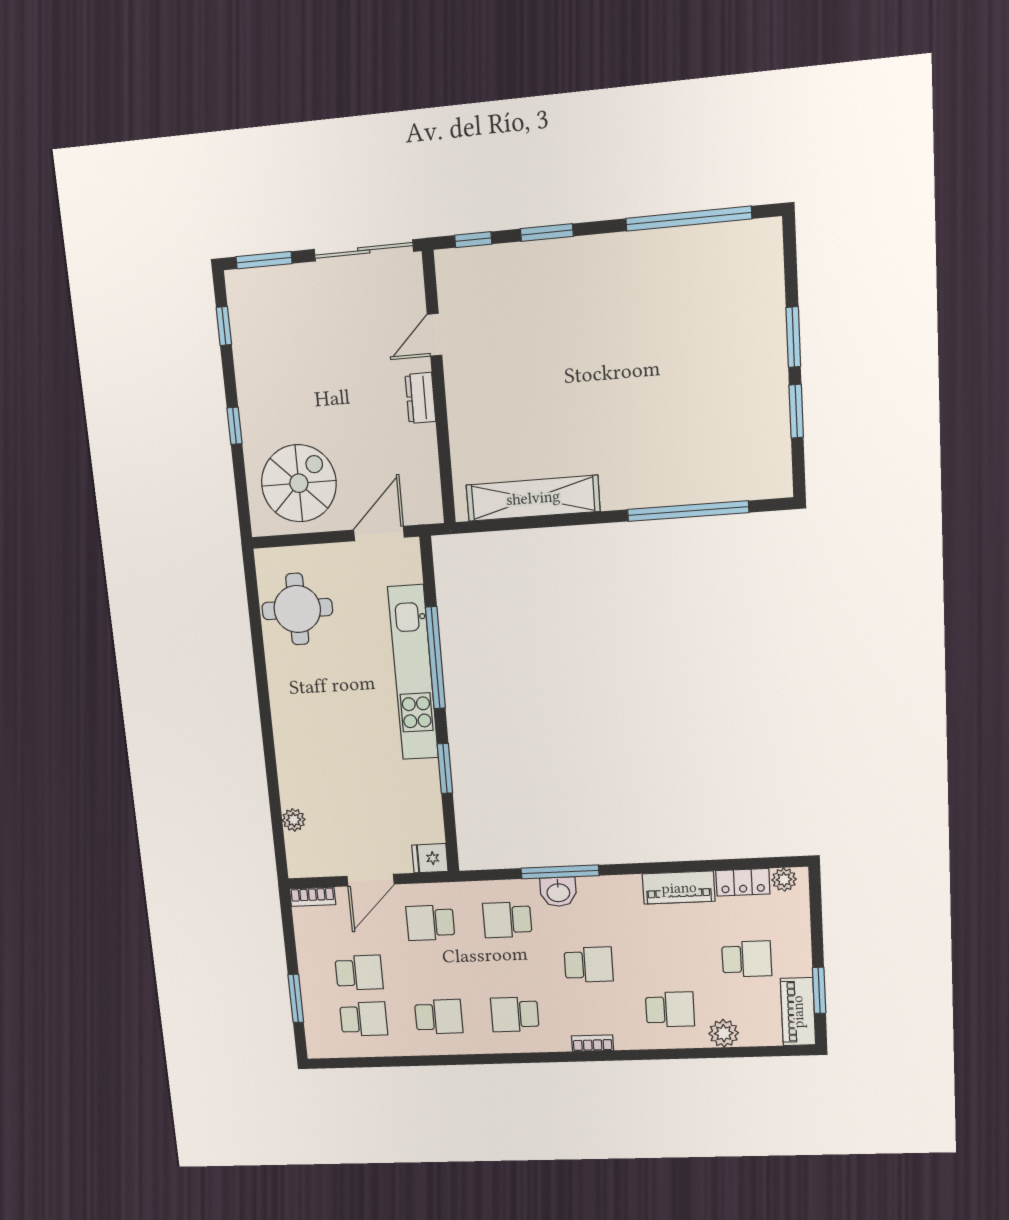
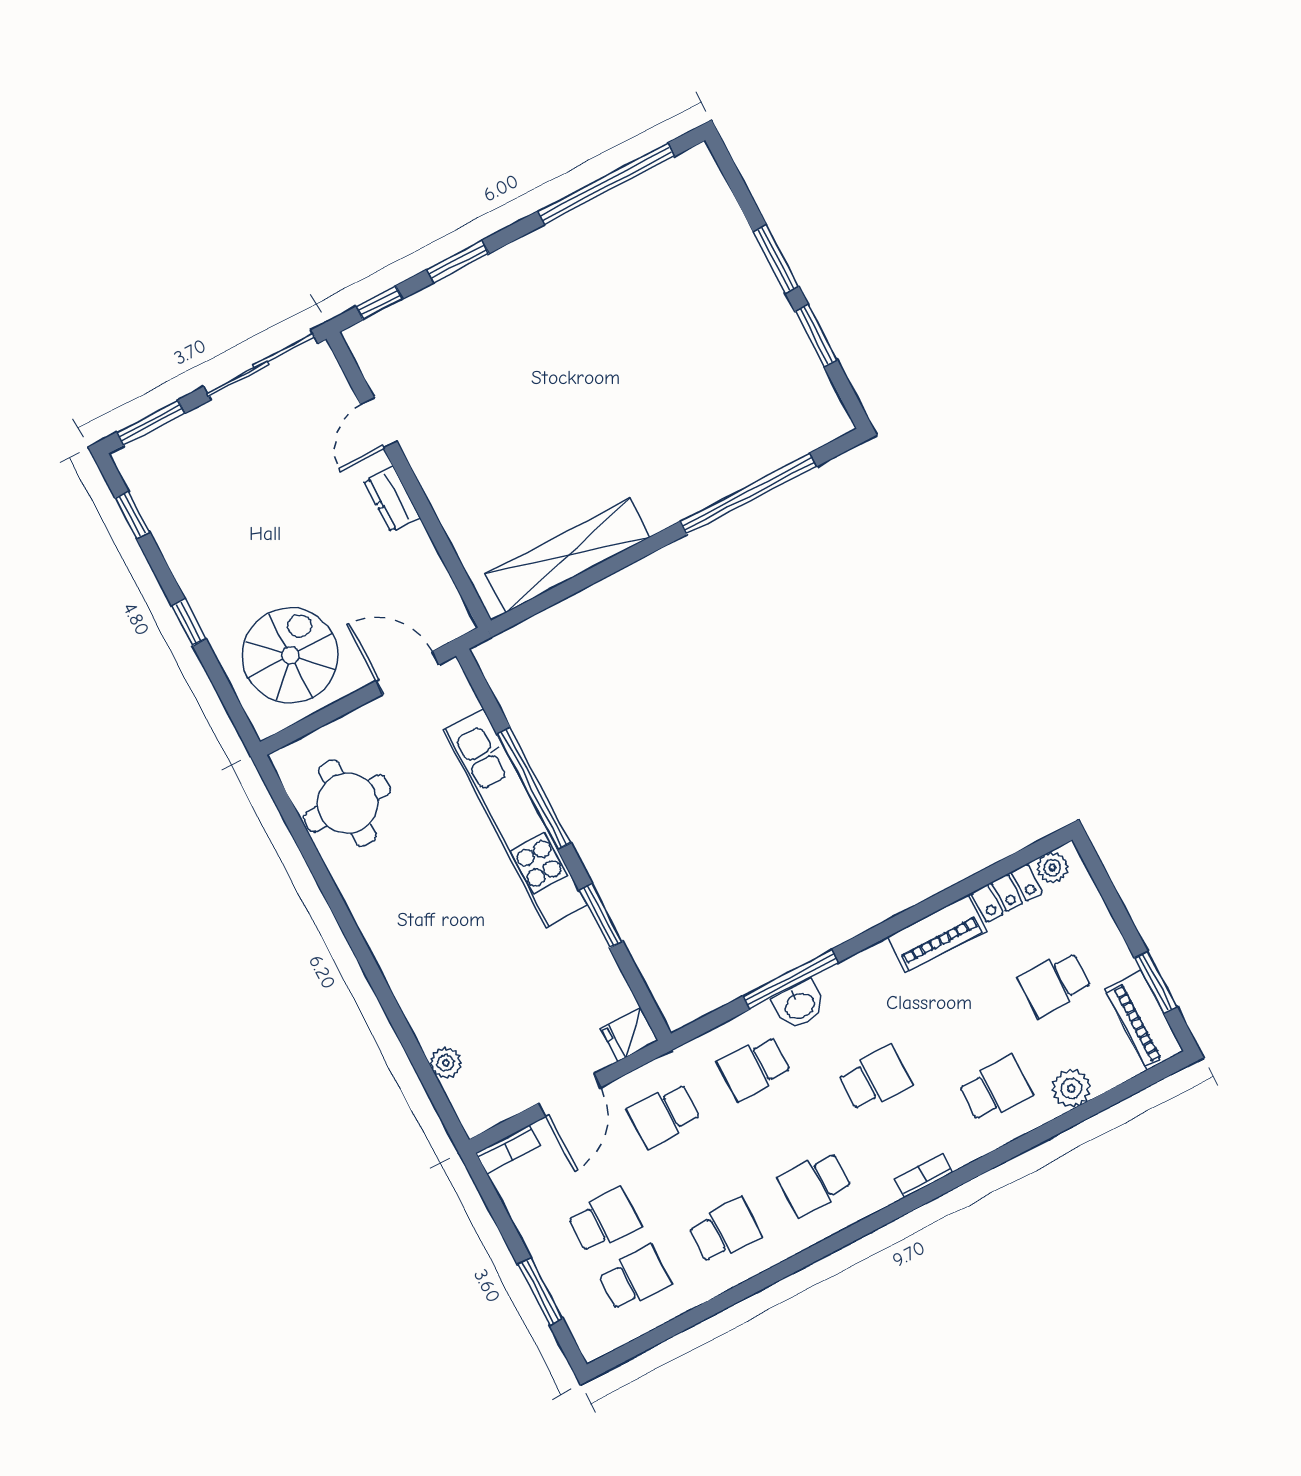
door: (379, 534) -> (408, 673), hinge flipped
school desk: (747, 959) -> (1055, 984), turned 180

